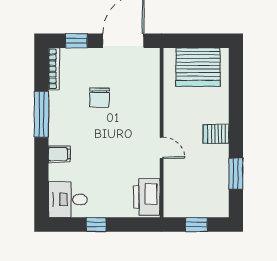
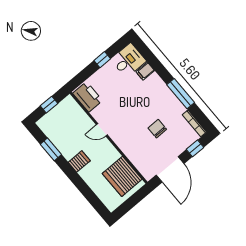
server rack: (198, 67) -> (122, 176), moved, turned -90
filing cabinet: (59, 154) -> (145, 71), moved

